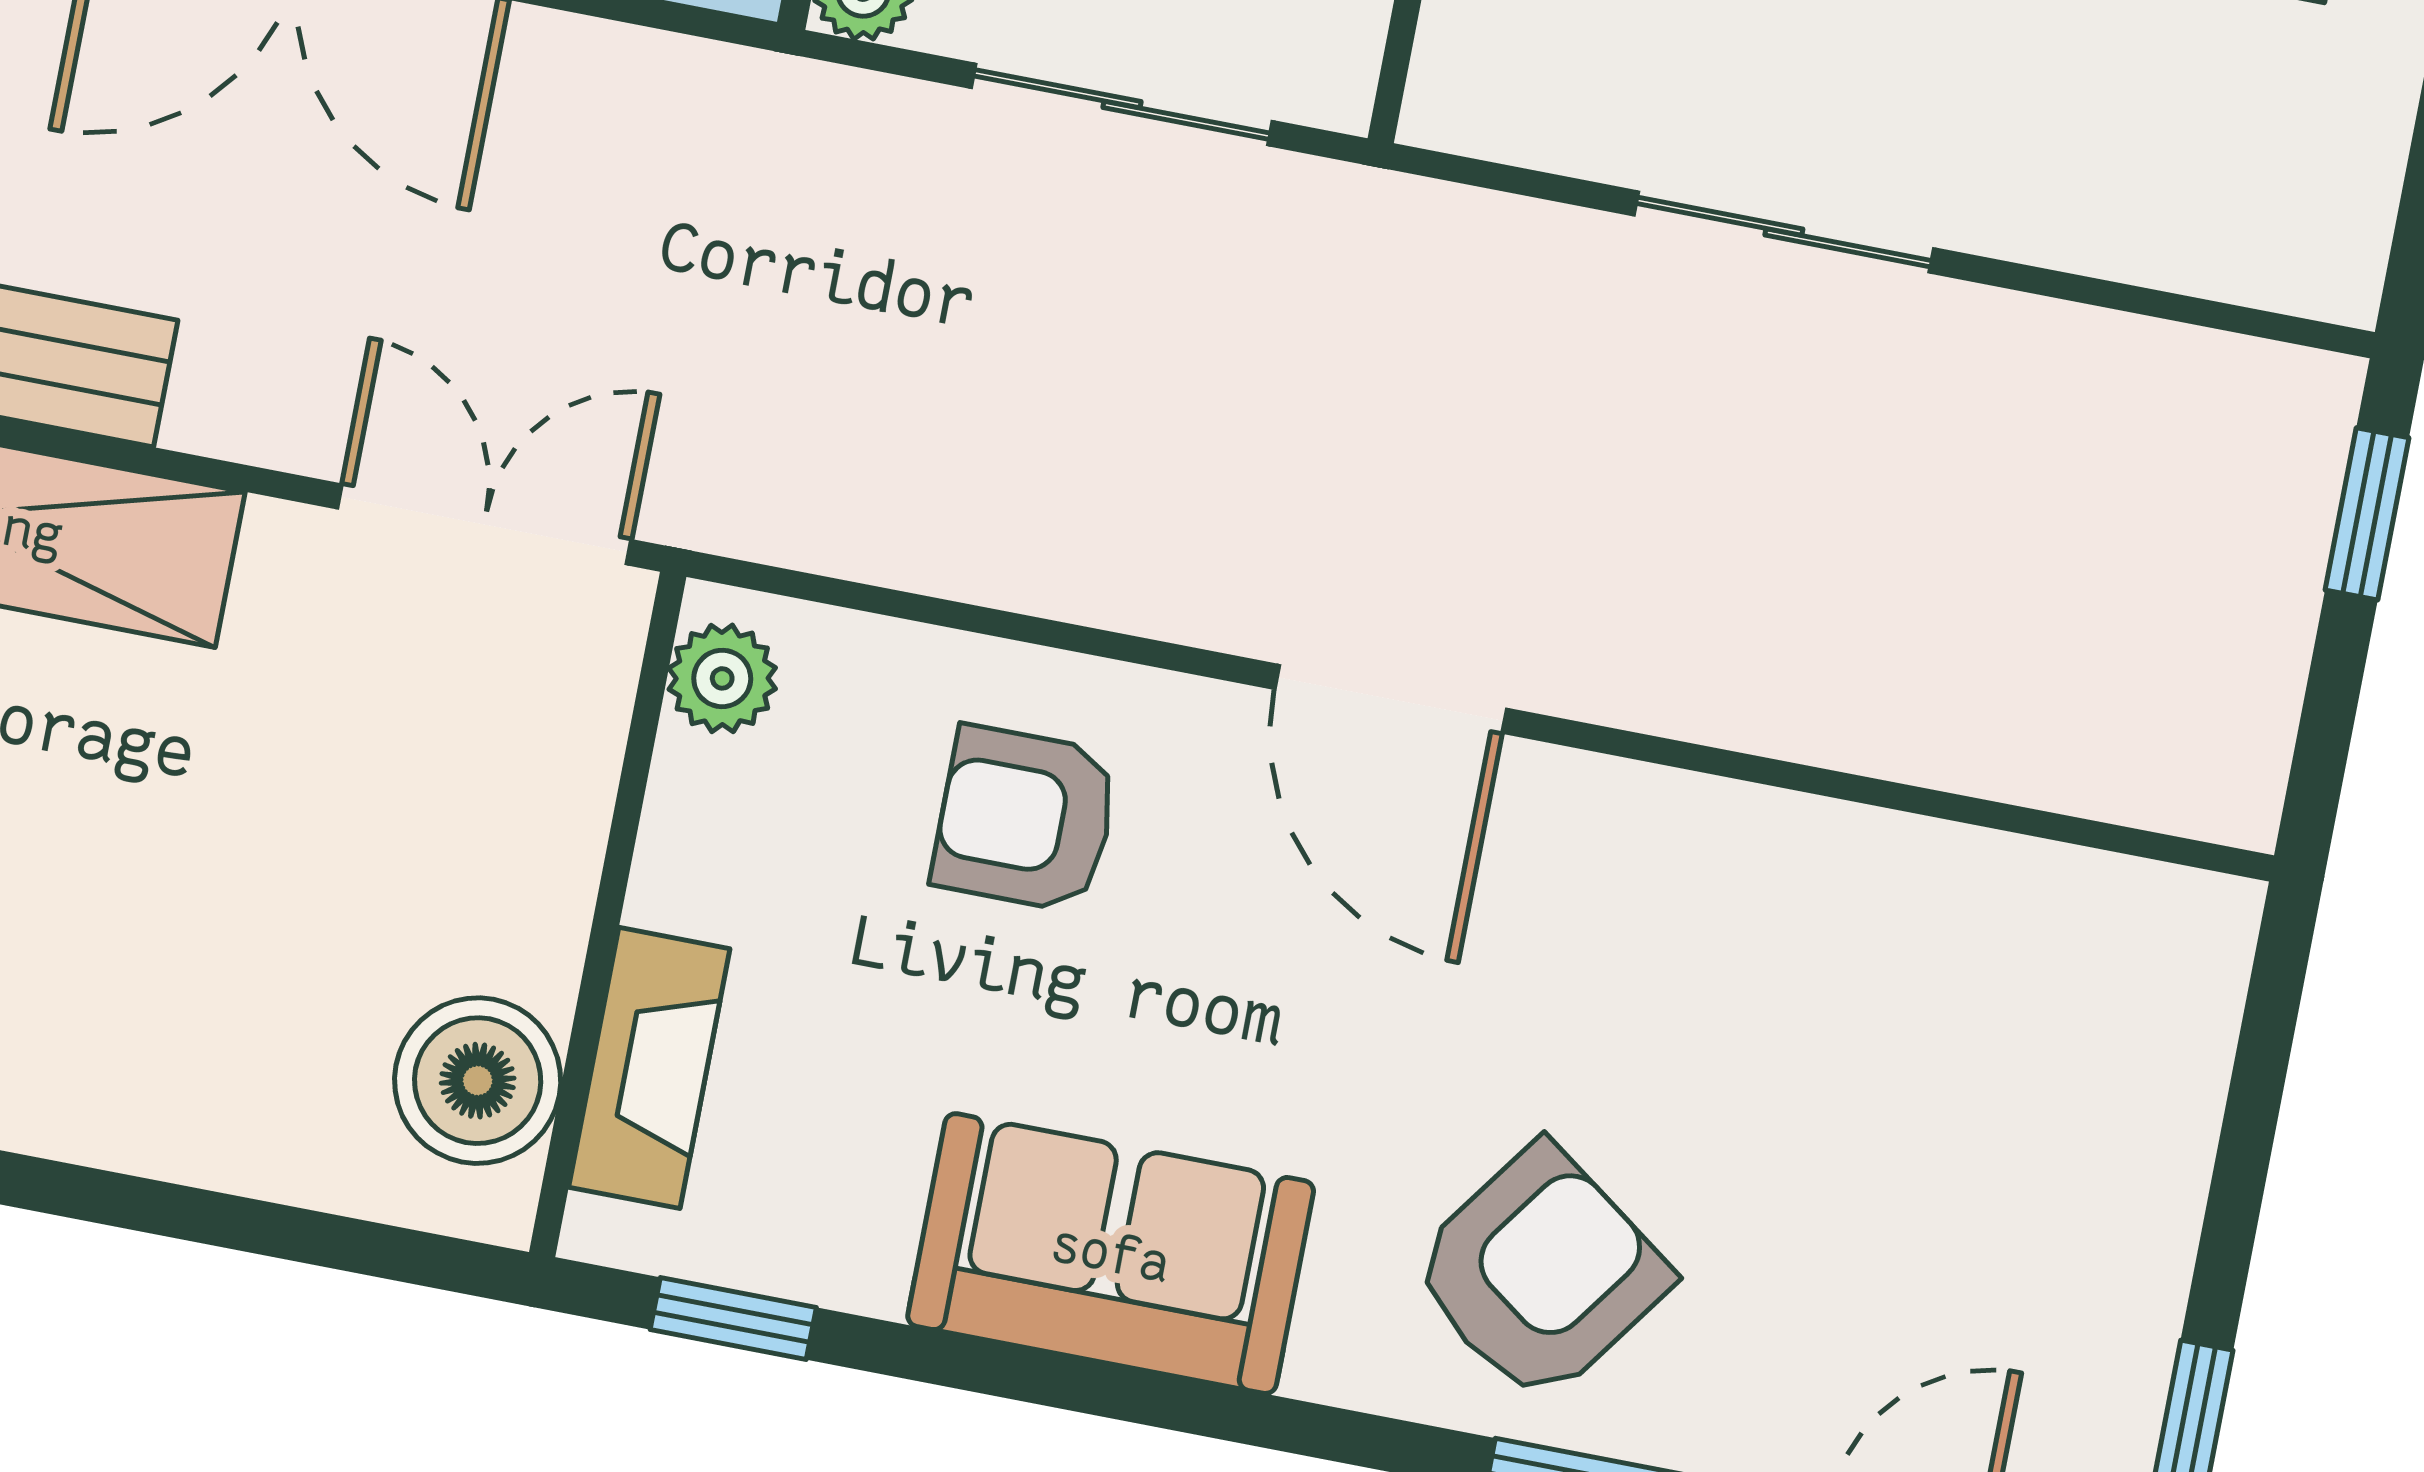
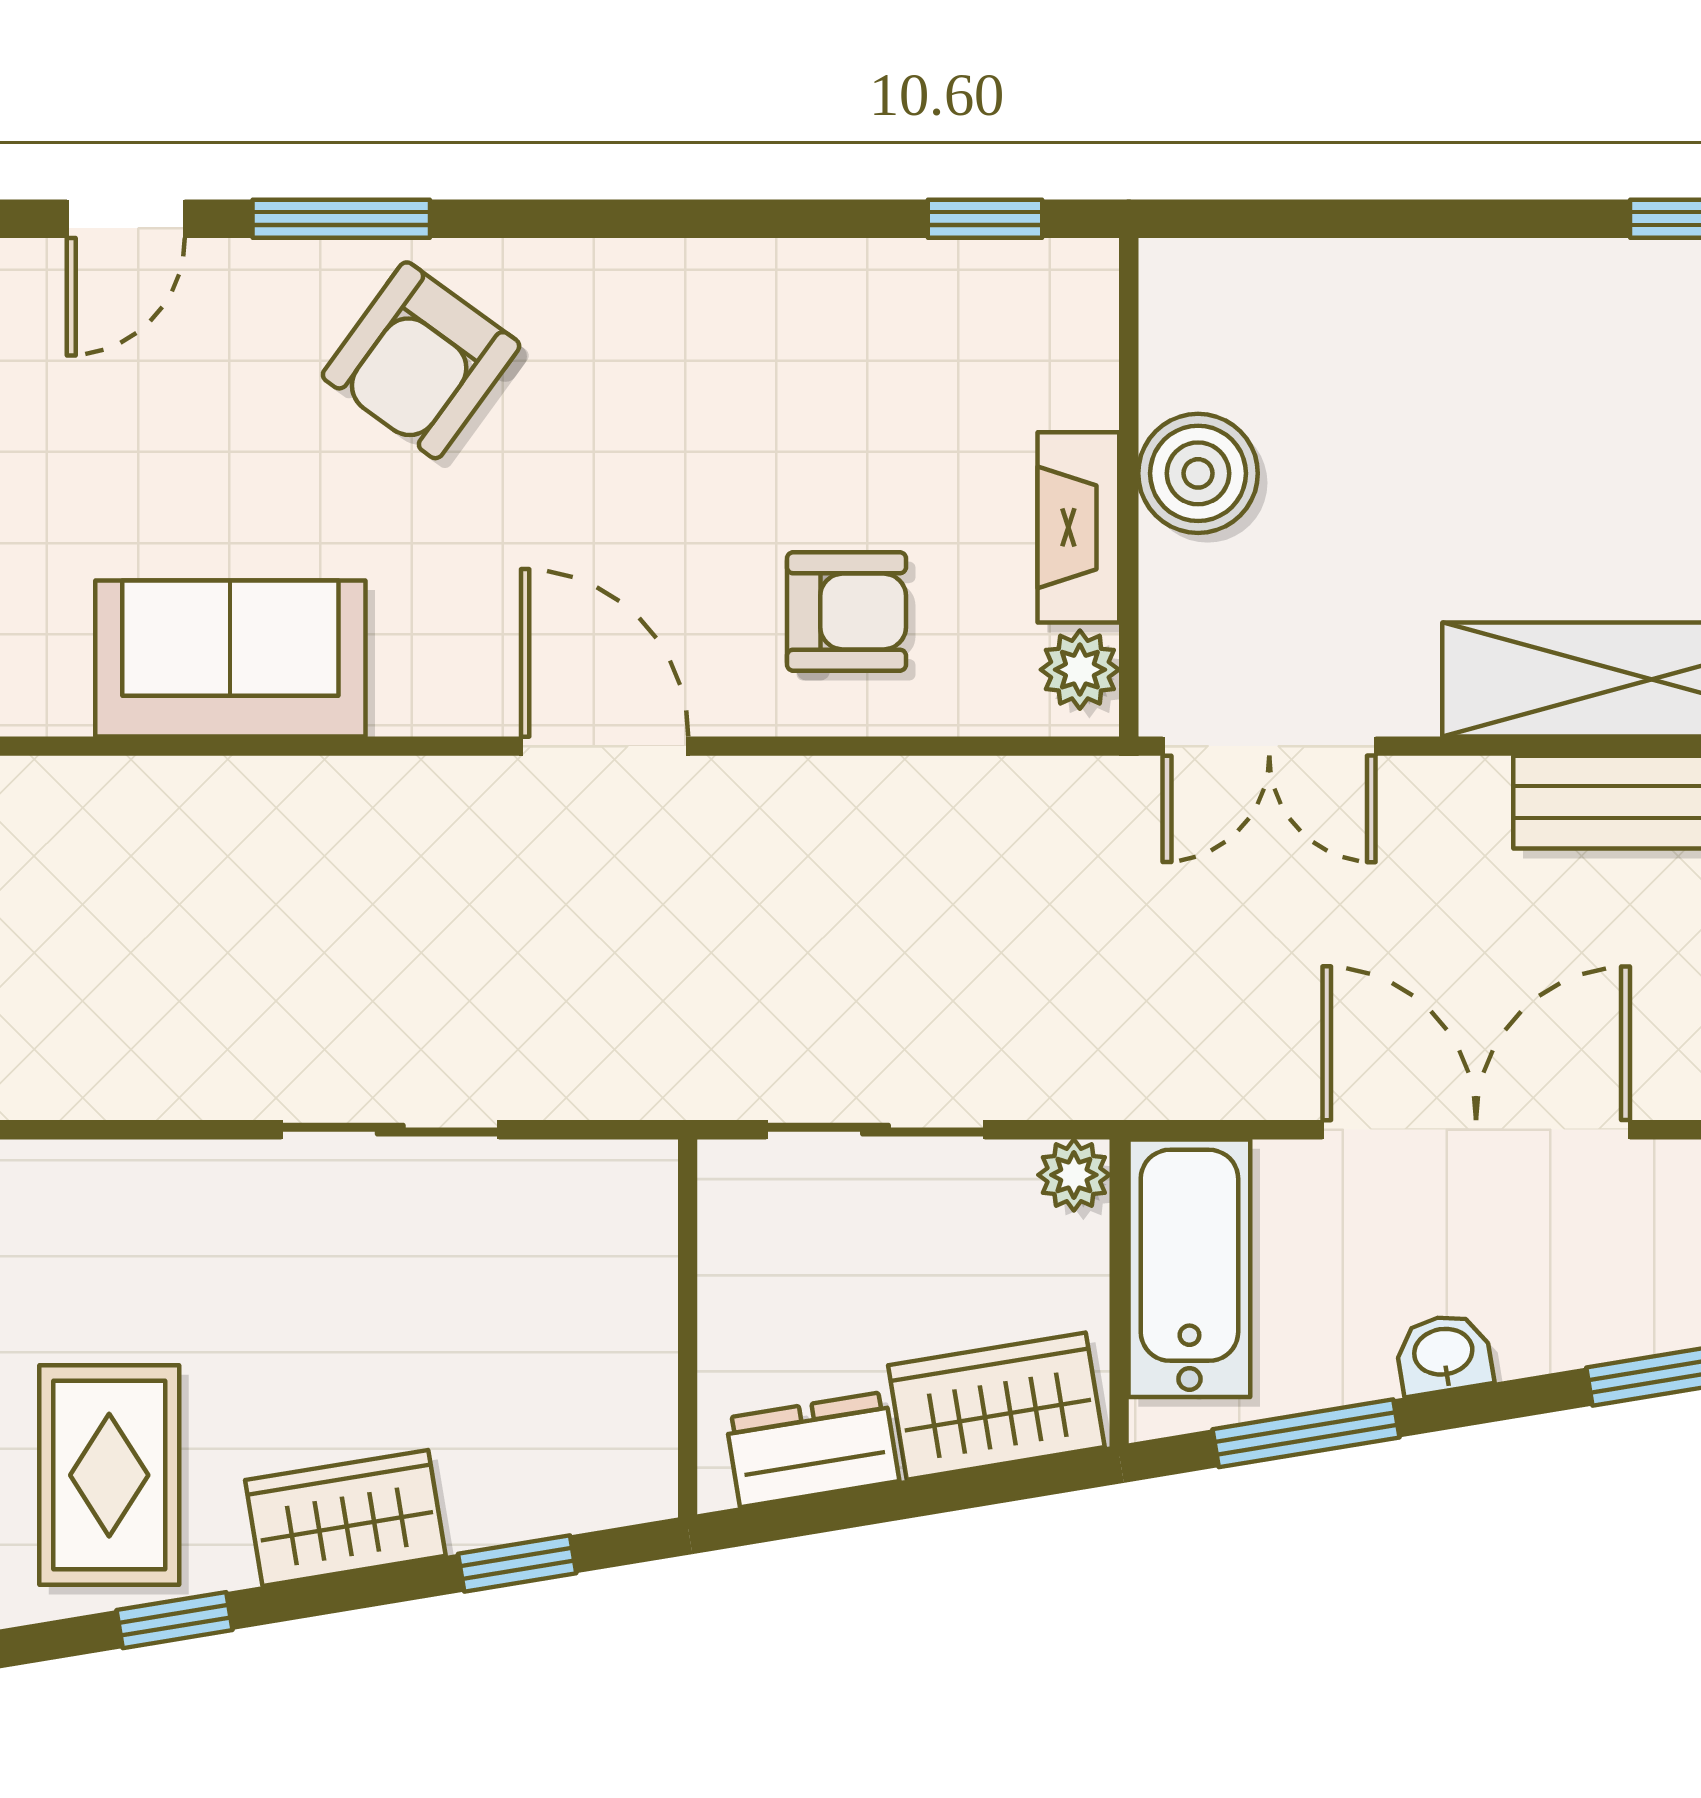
fireplace: (649, 1068) -> (1078, 527), moved
boiler: (478, 1081) -> (1198, 473), moved
sofa: (1111, 1254) -> (230, 658), moved, turned 180

